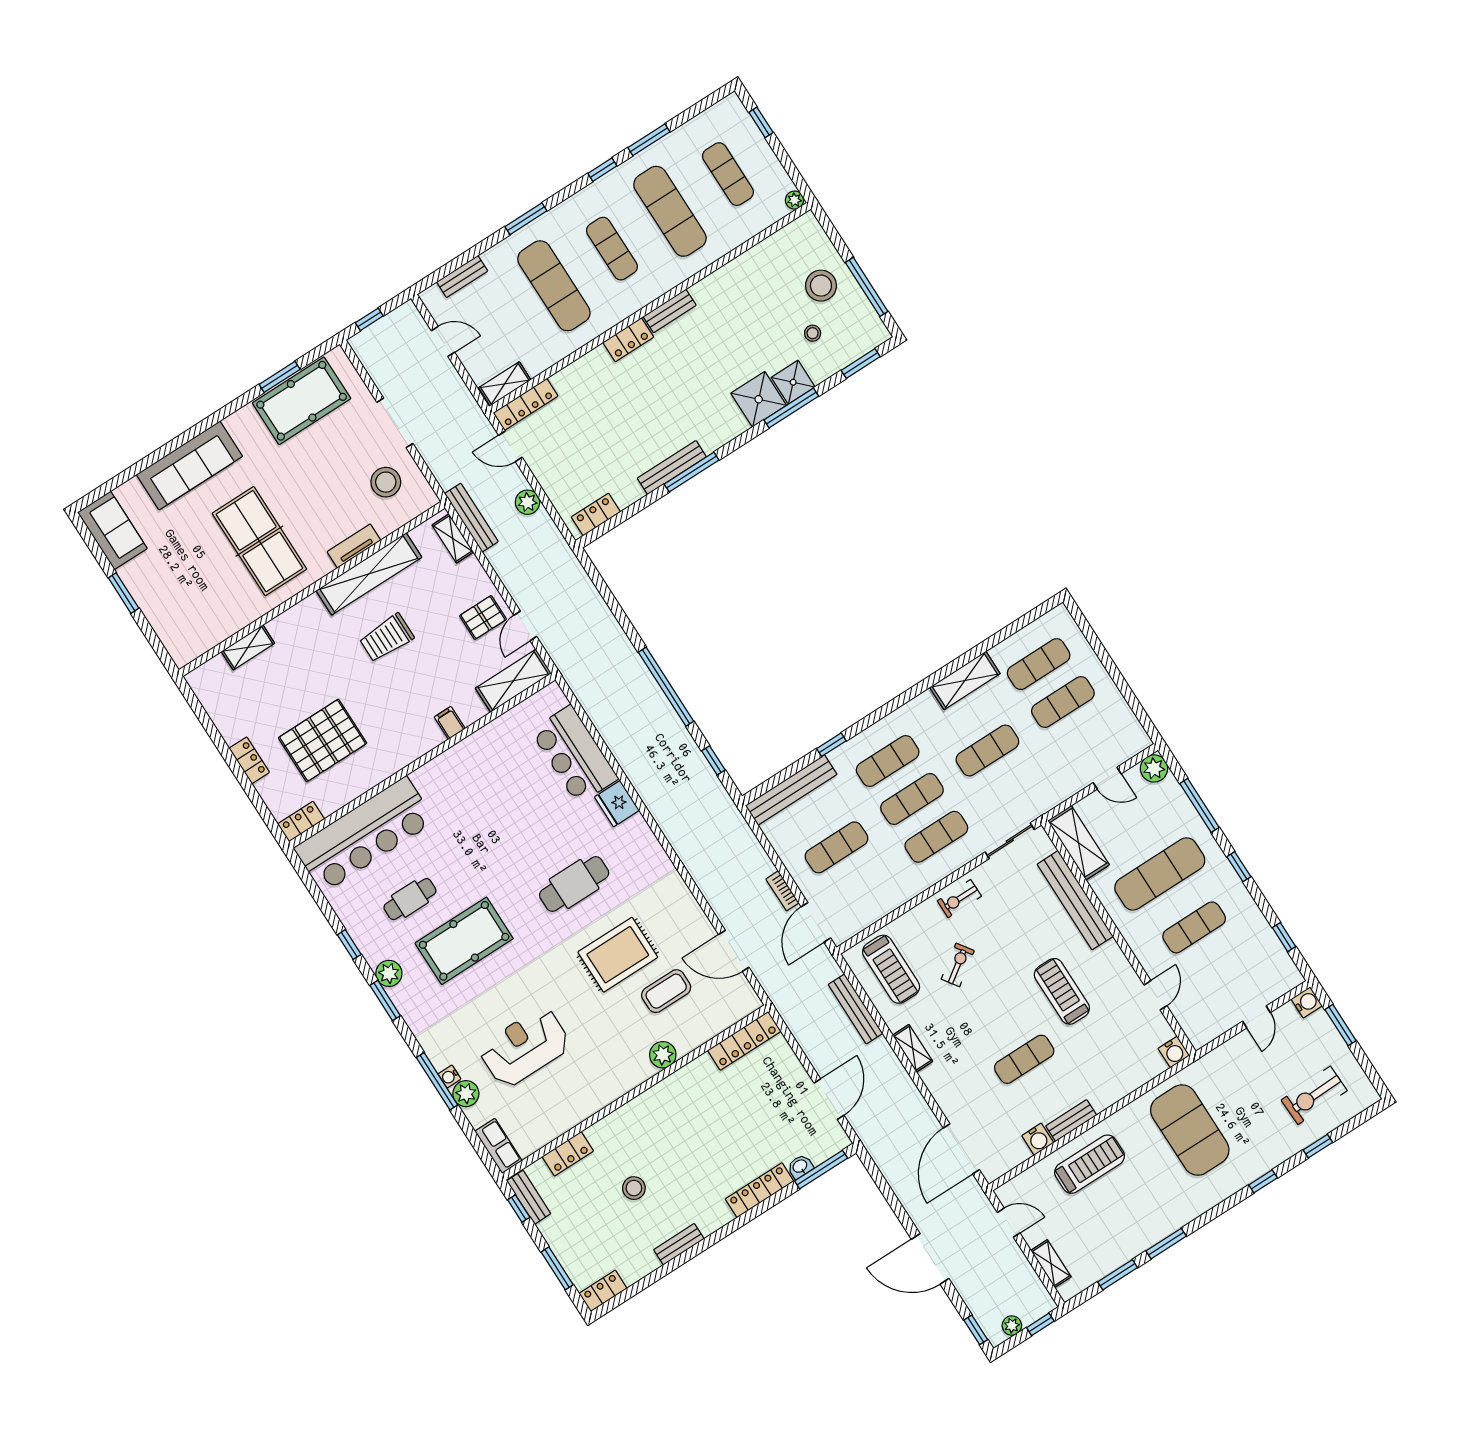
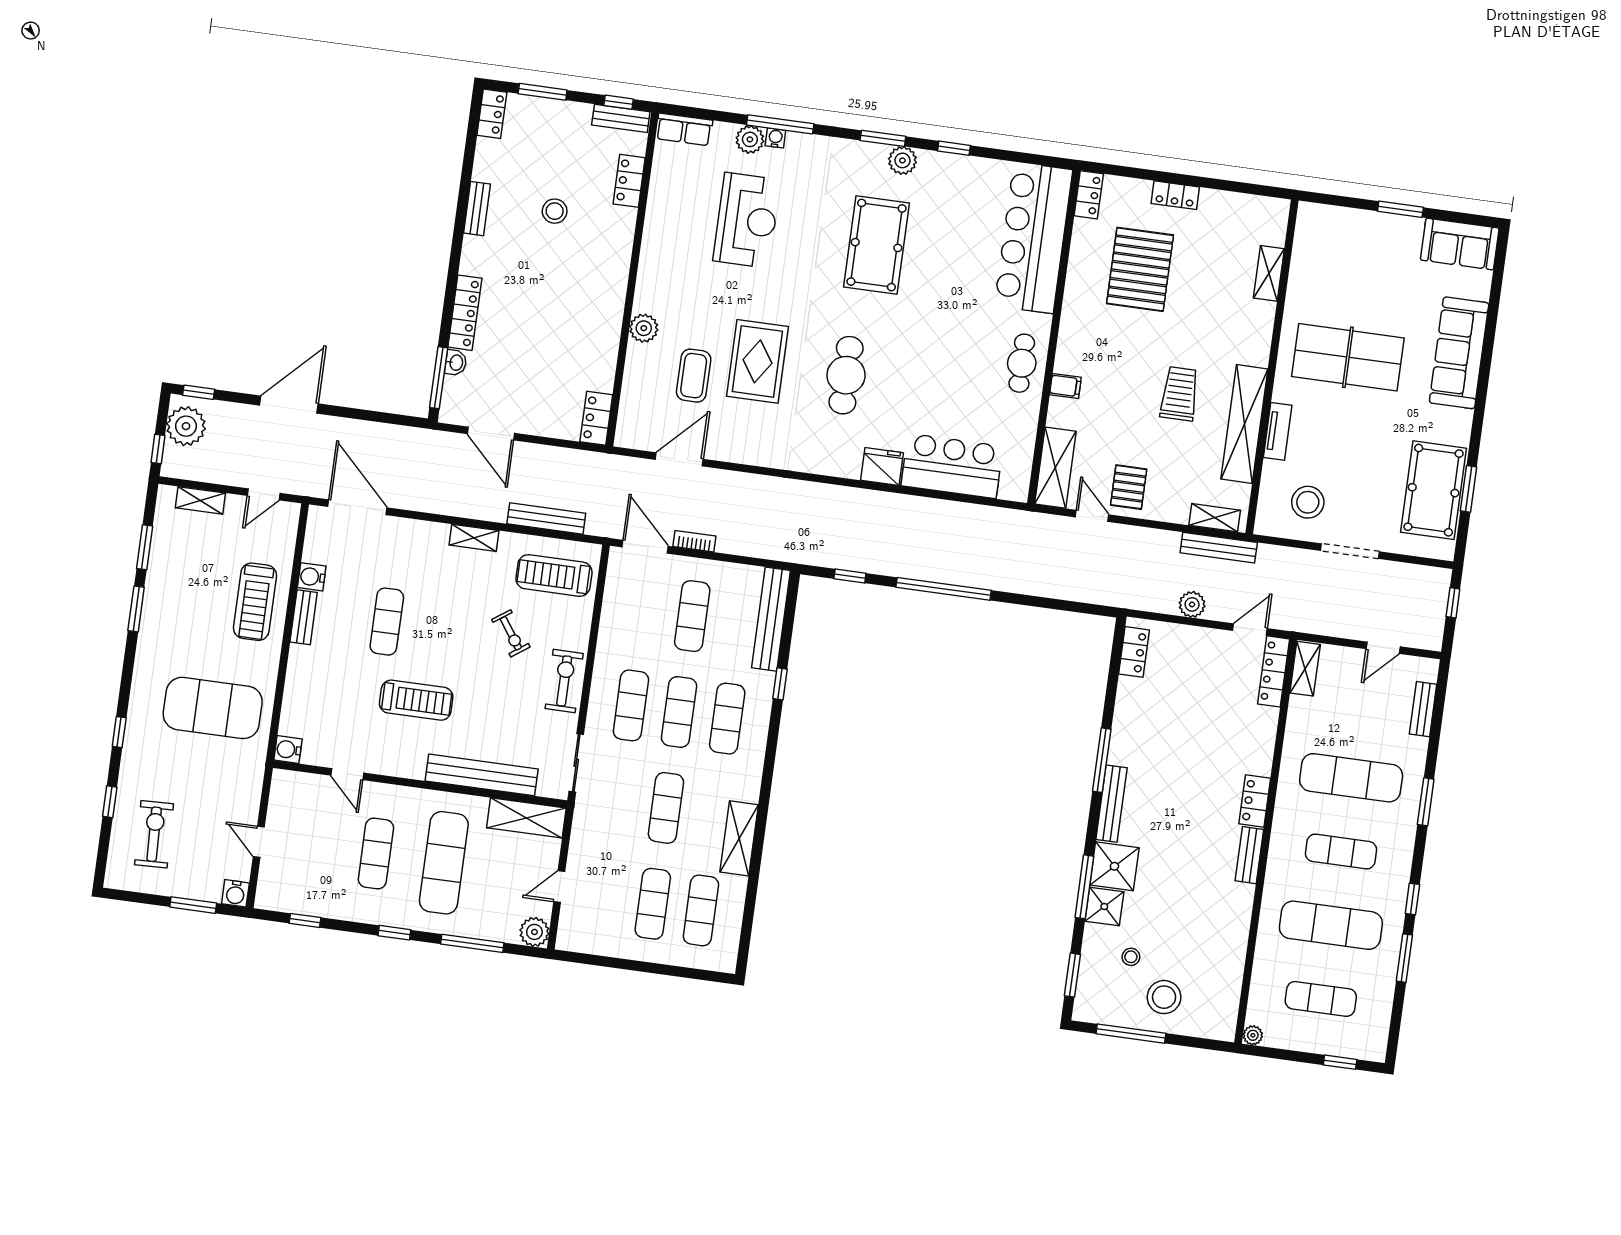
bench: (672, 467) -> (1112, 804), moved
cafe table: (410, 899) -> (1022, 363), moved
exercise bike: (959, 899) -> (564, 681), width x1.38, depth x1.39
locker: (744, 1041) -> (596, 418), width x0.66
plant: (1012, 1326) -> (186, 426), width x1.88, depth x1.88

